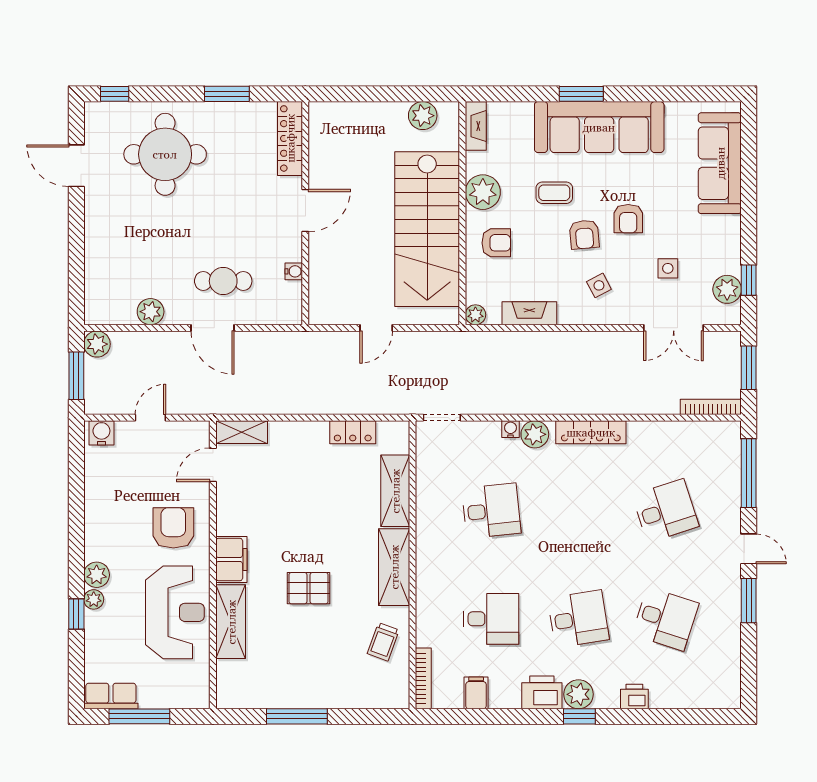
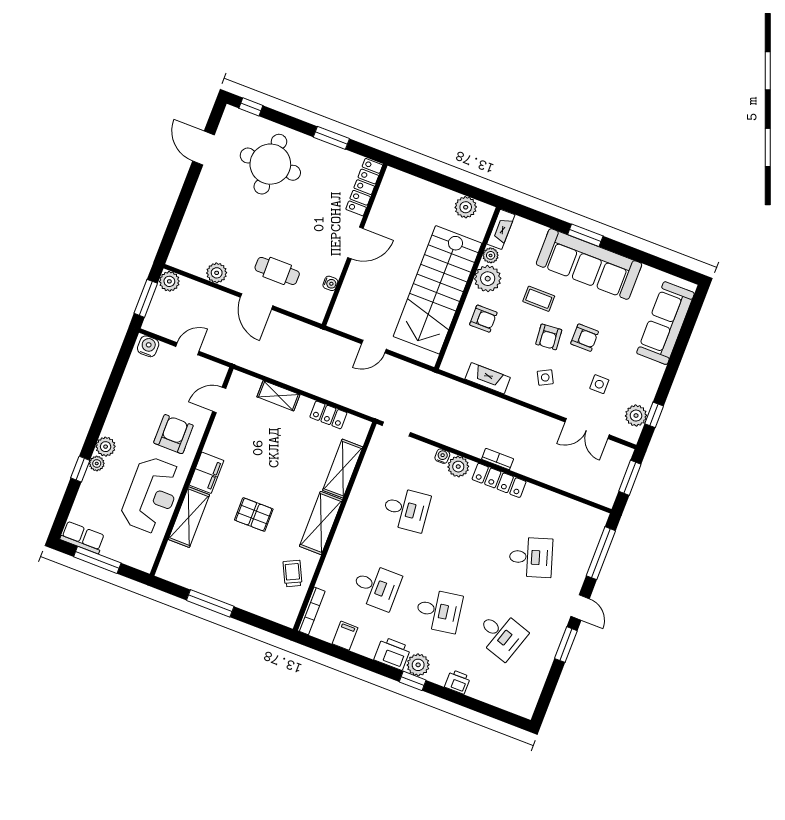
armchair: (628, 219) -> (585, 338), turned -90
plant: (475, 315) -> (491, 255), moved
bookcase: (711, 407) -> (498, 459), moved, width x0.64
shelving: (242, 432) -> (278, 396), moved
trolley: (383, 642) -> (293, 574), turned 134

